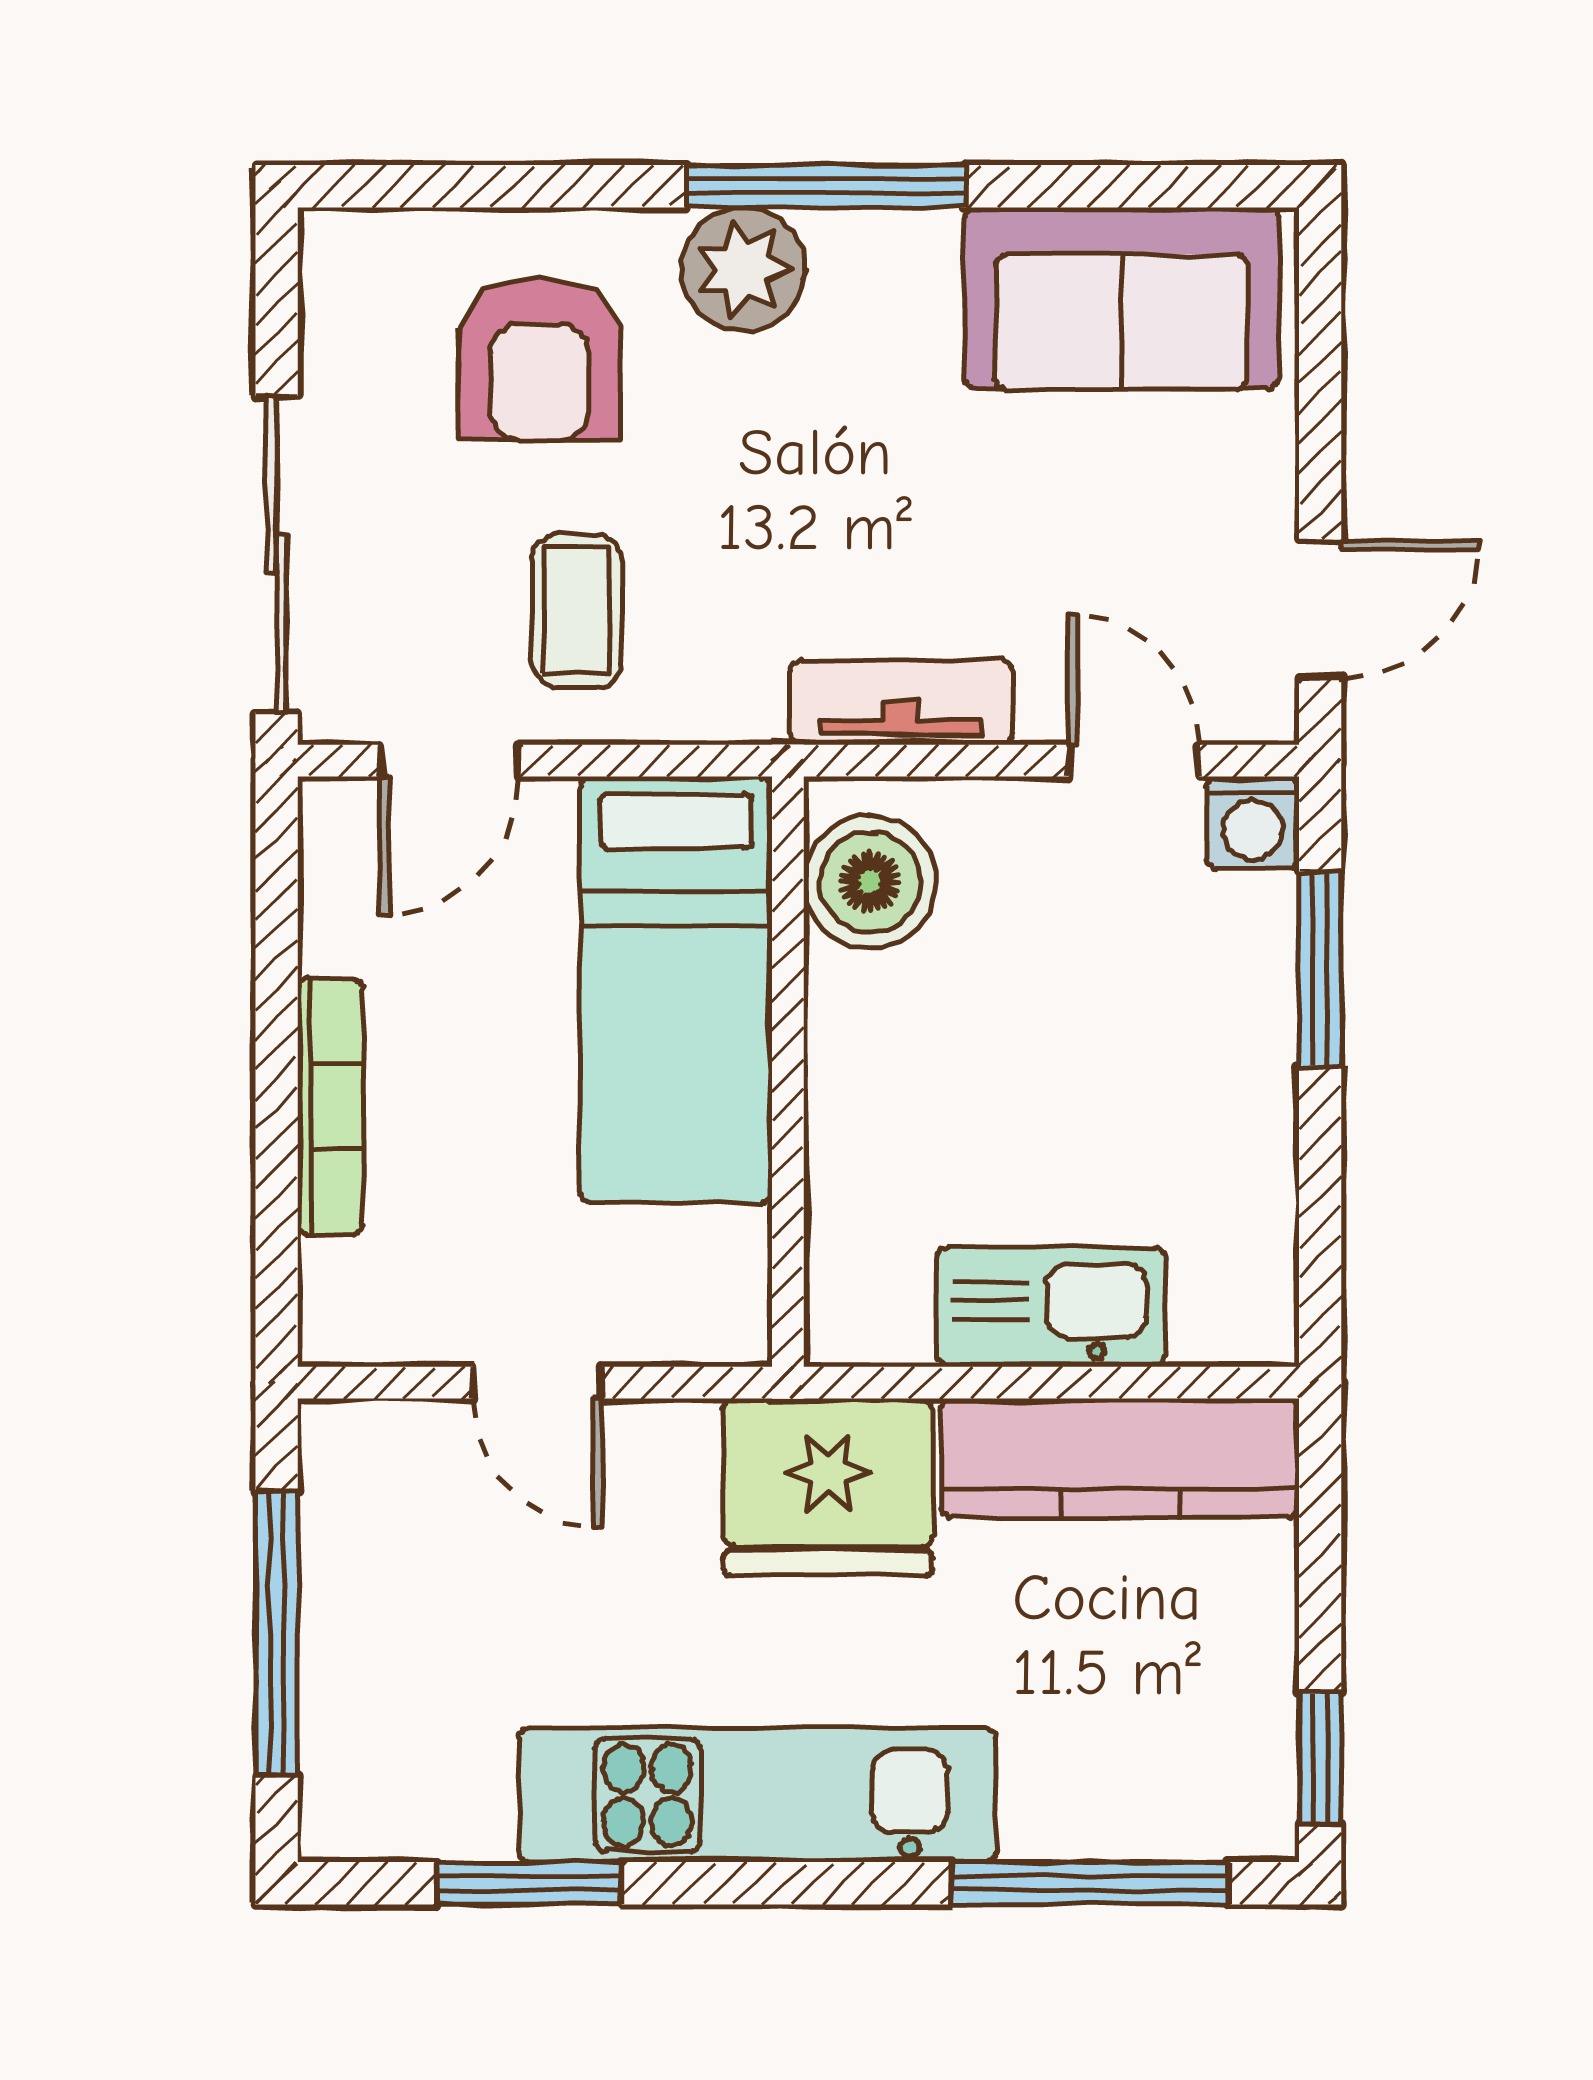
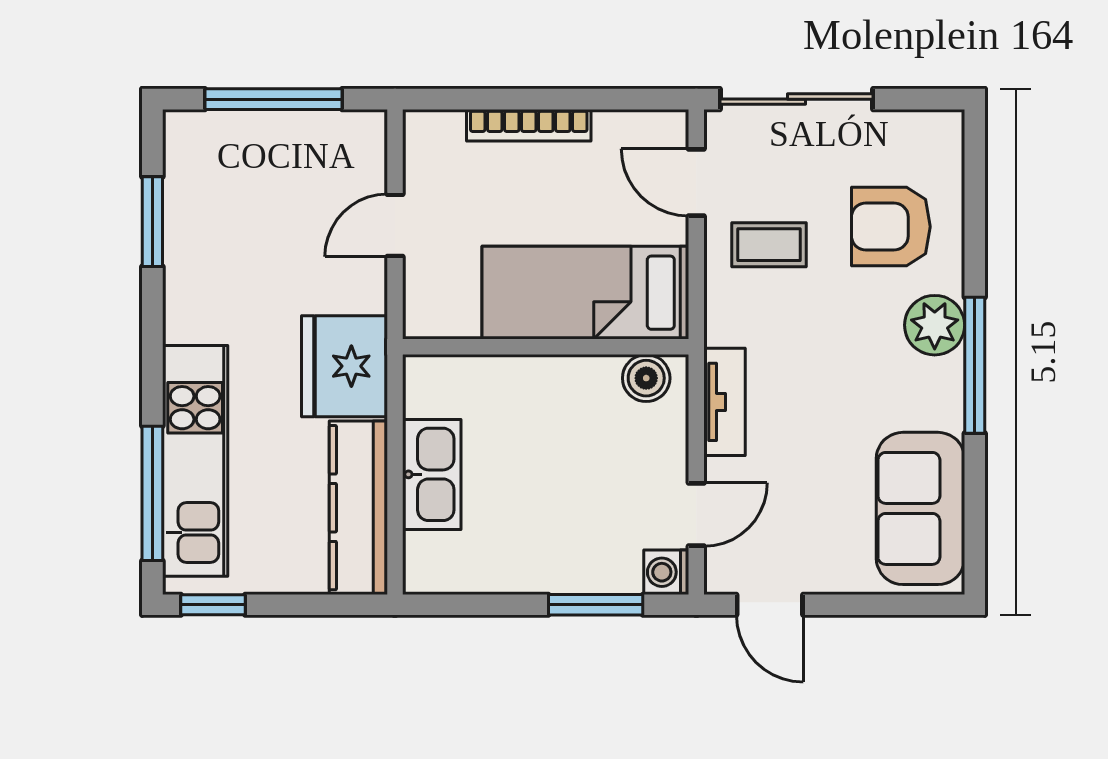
boiler: (870, 882) -> (646, 378), width x0.73, depth x0.73
kitchen unit: (757, 1795) -> (195, 461), moved

